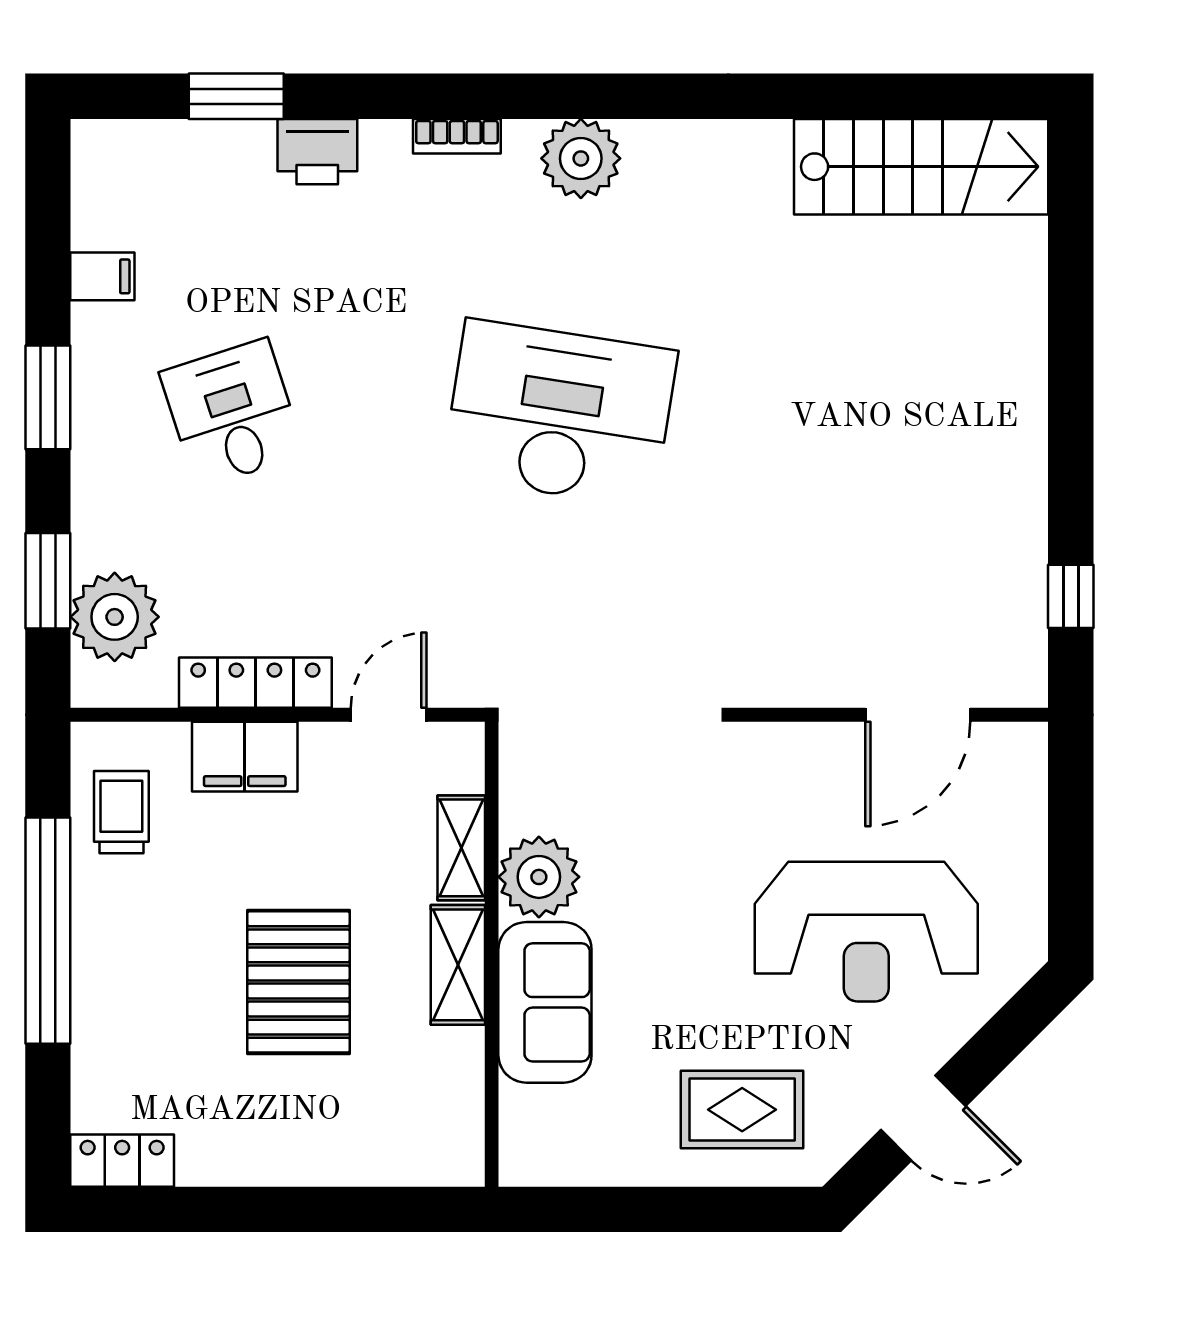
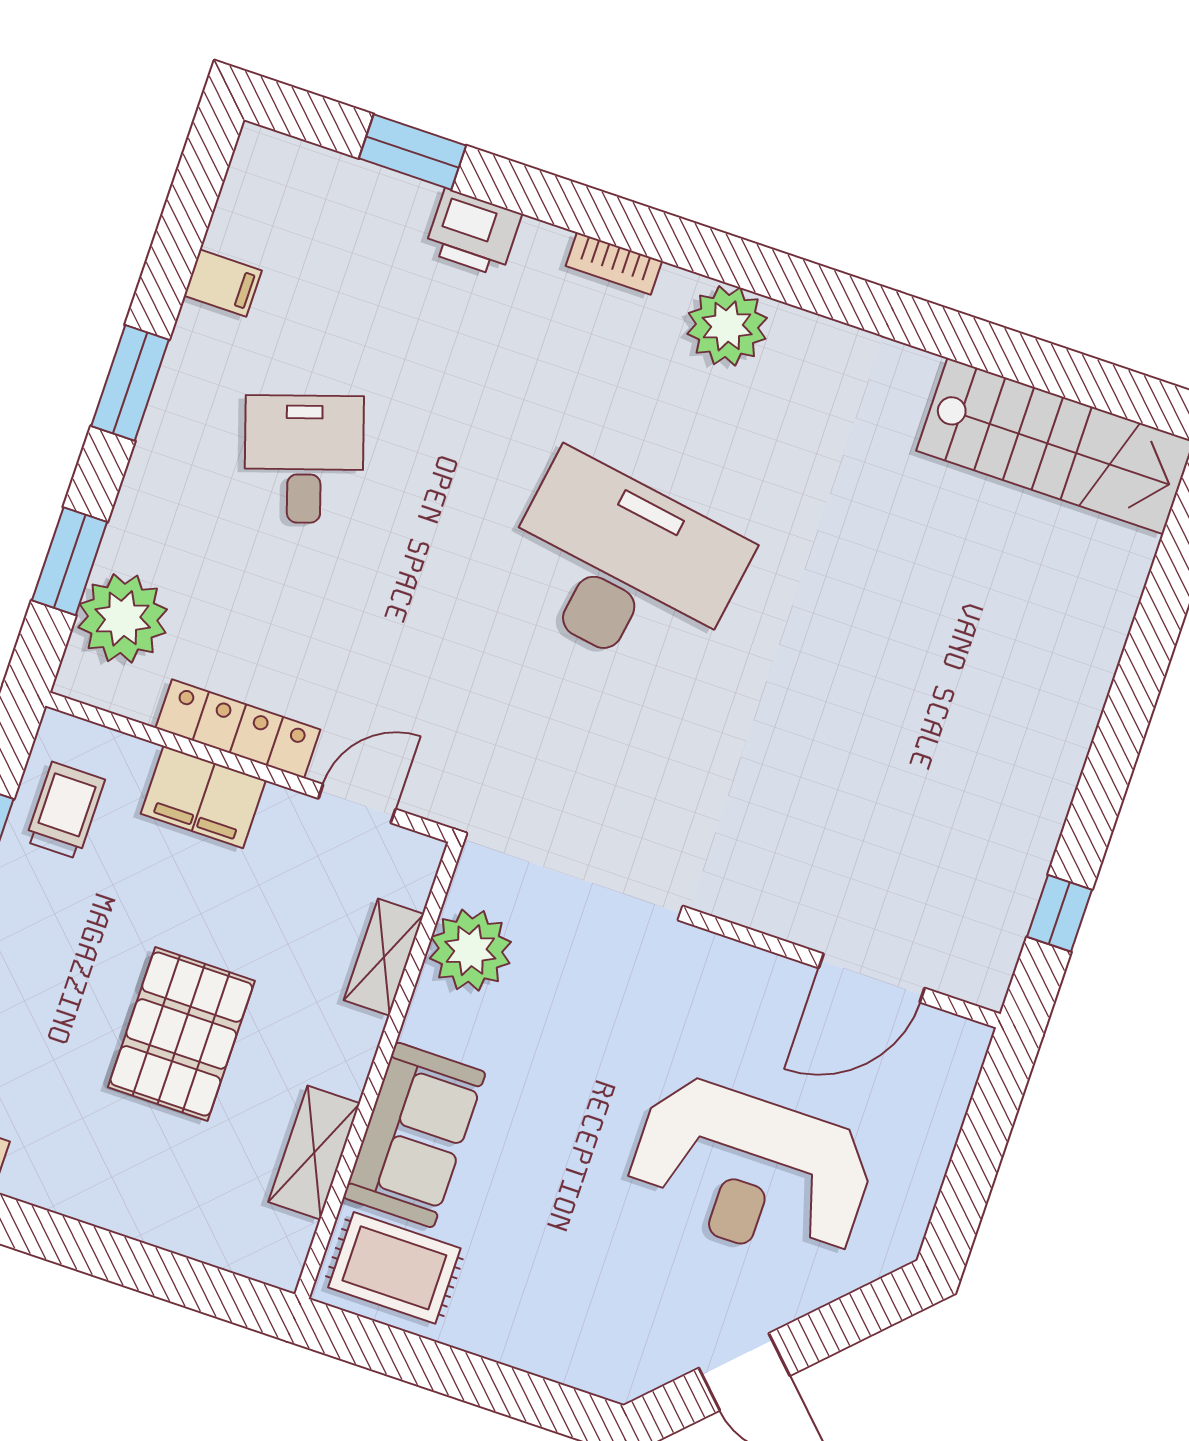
plant: (539, 877) -> (470, 950), moved
shelving: (458, 965) -> (314, 1153), moved
rug: (742, 1110) -> (394, 1268), moved

